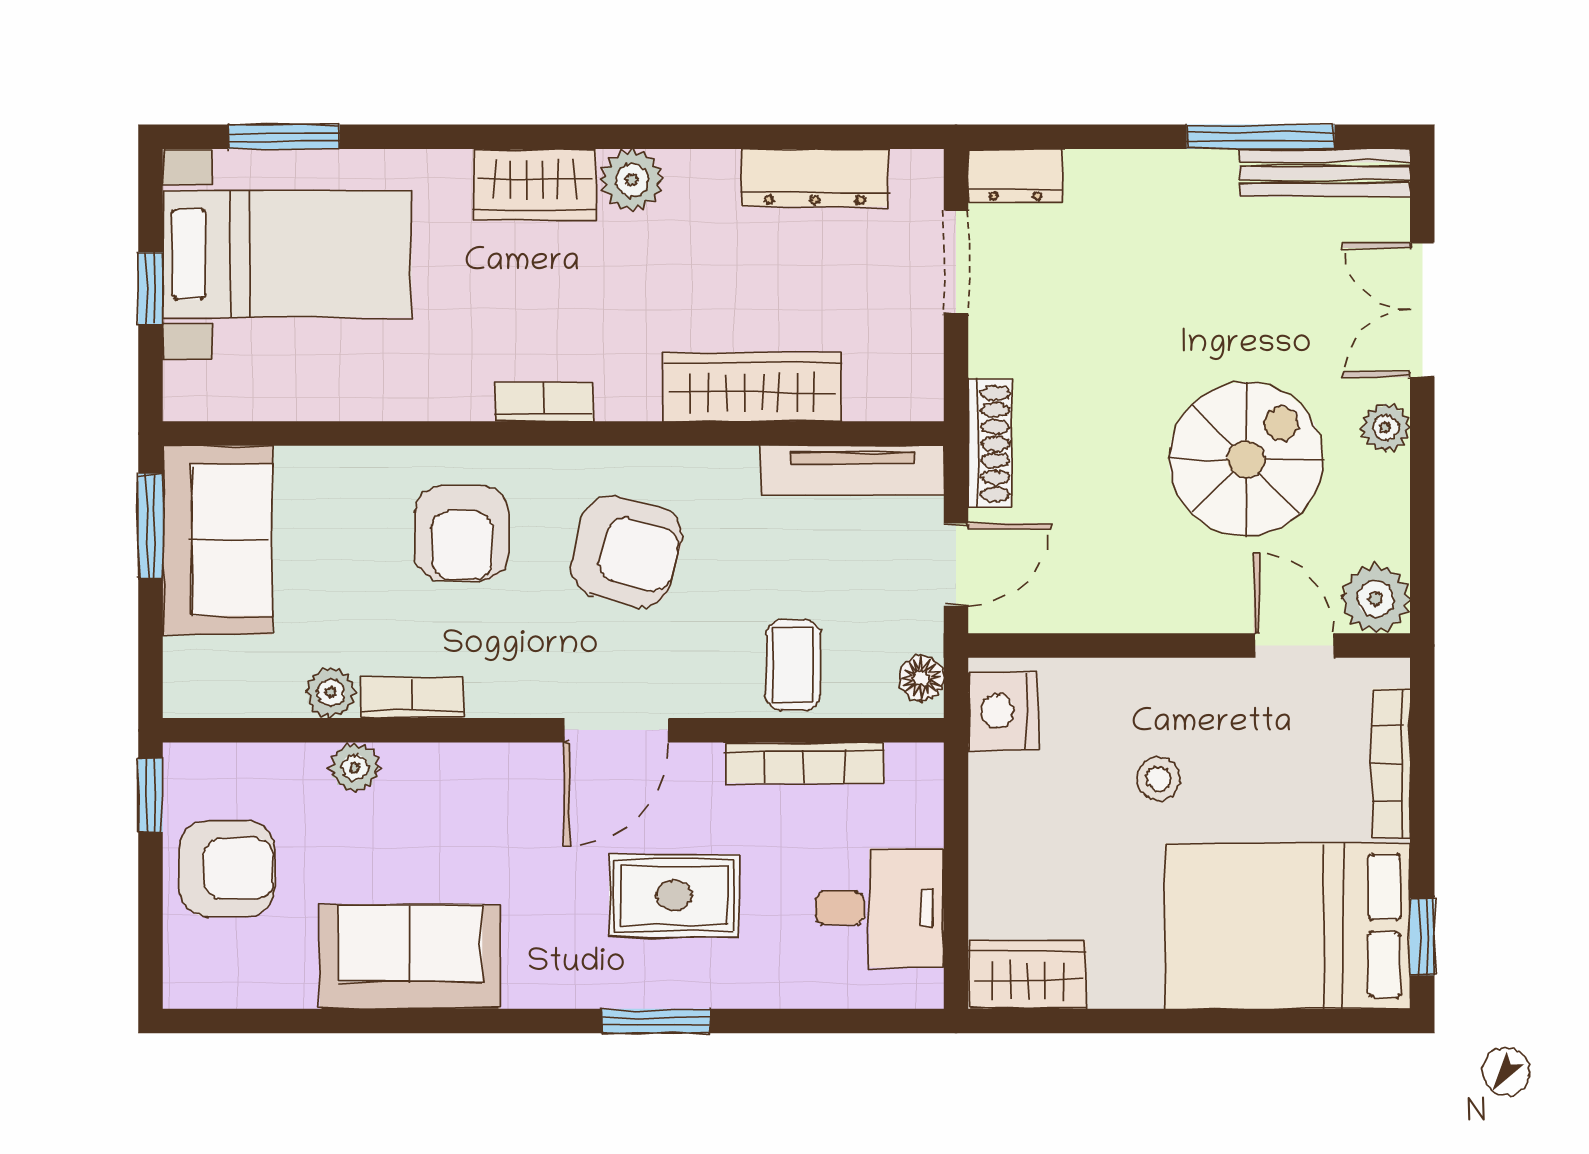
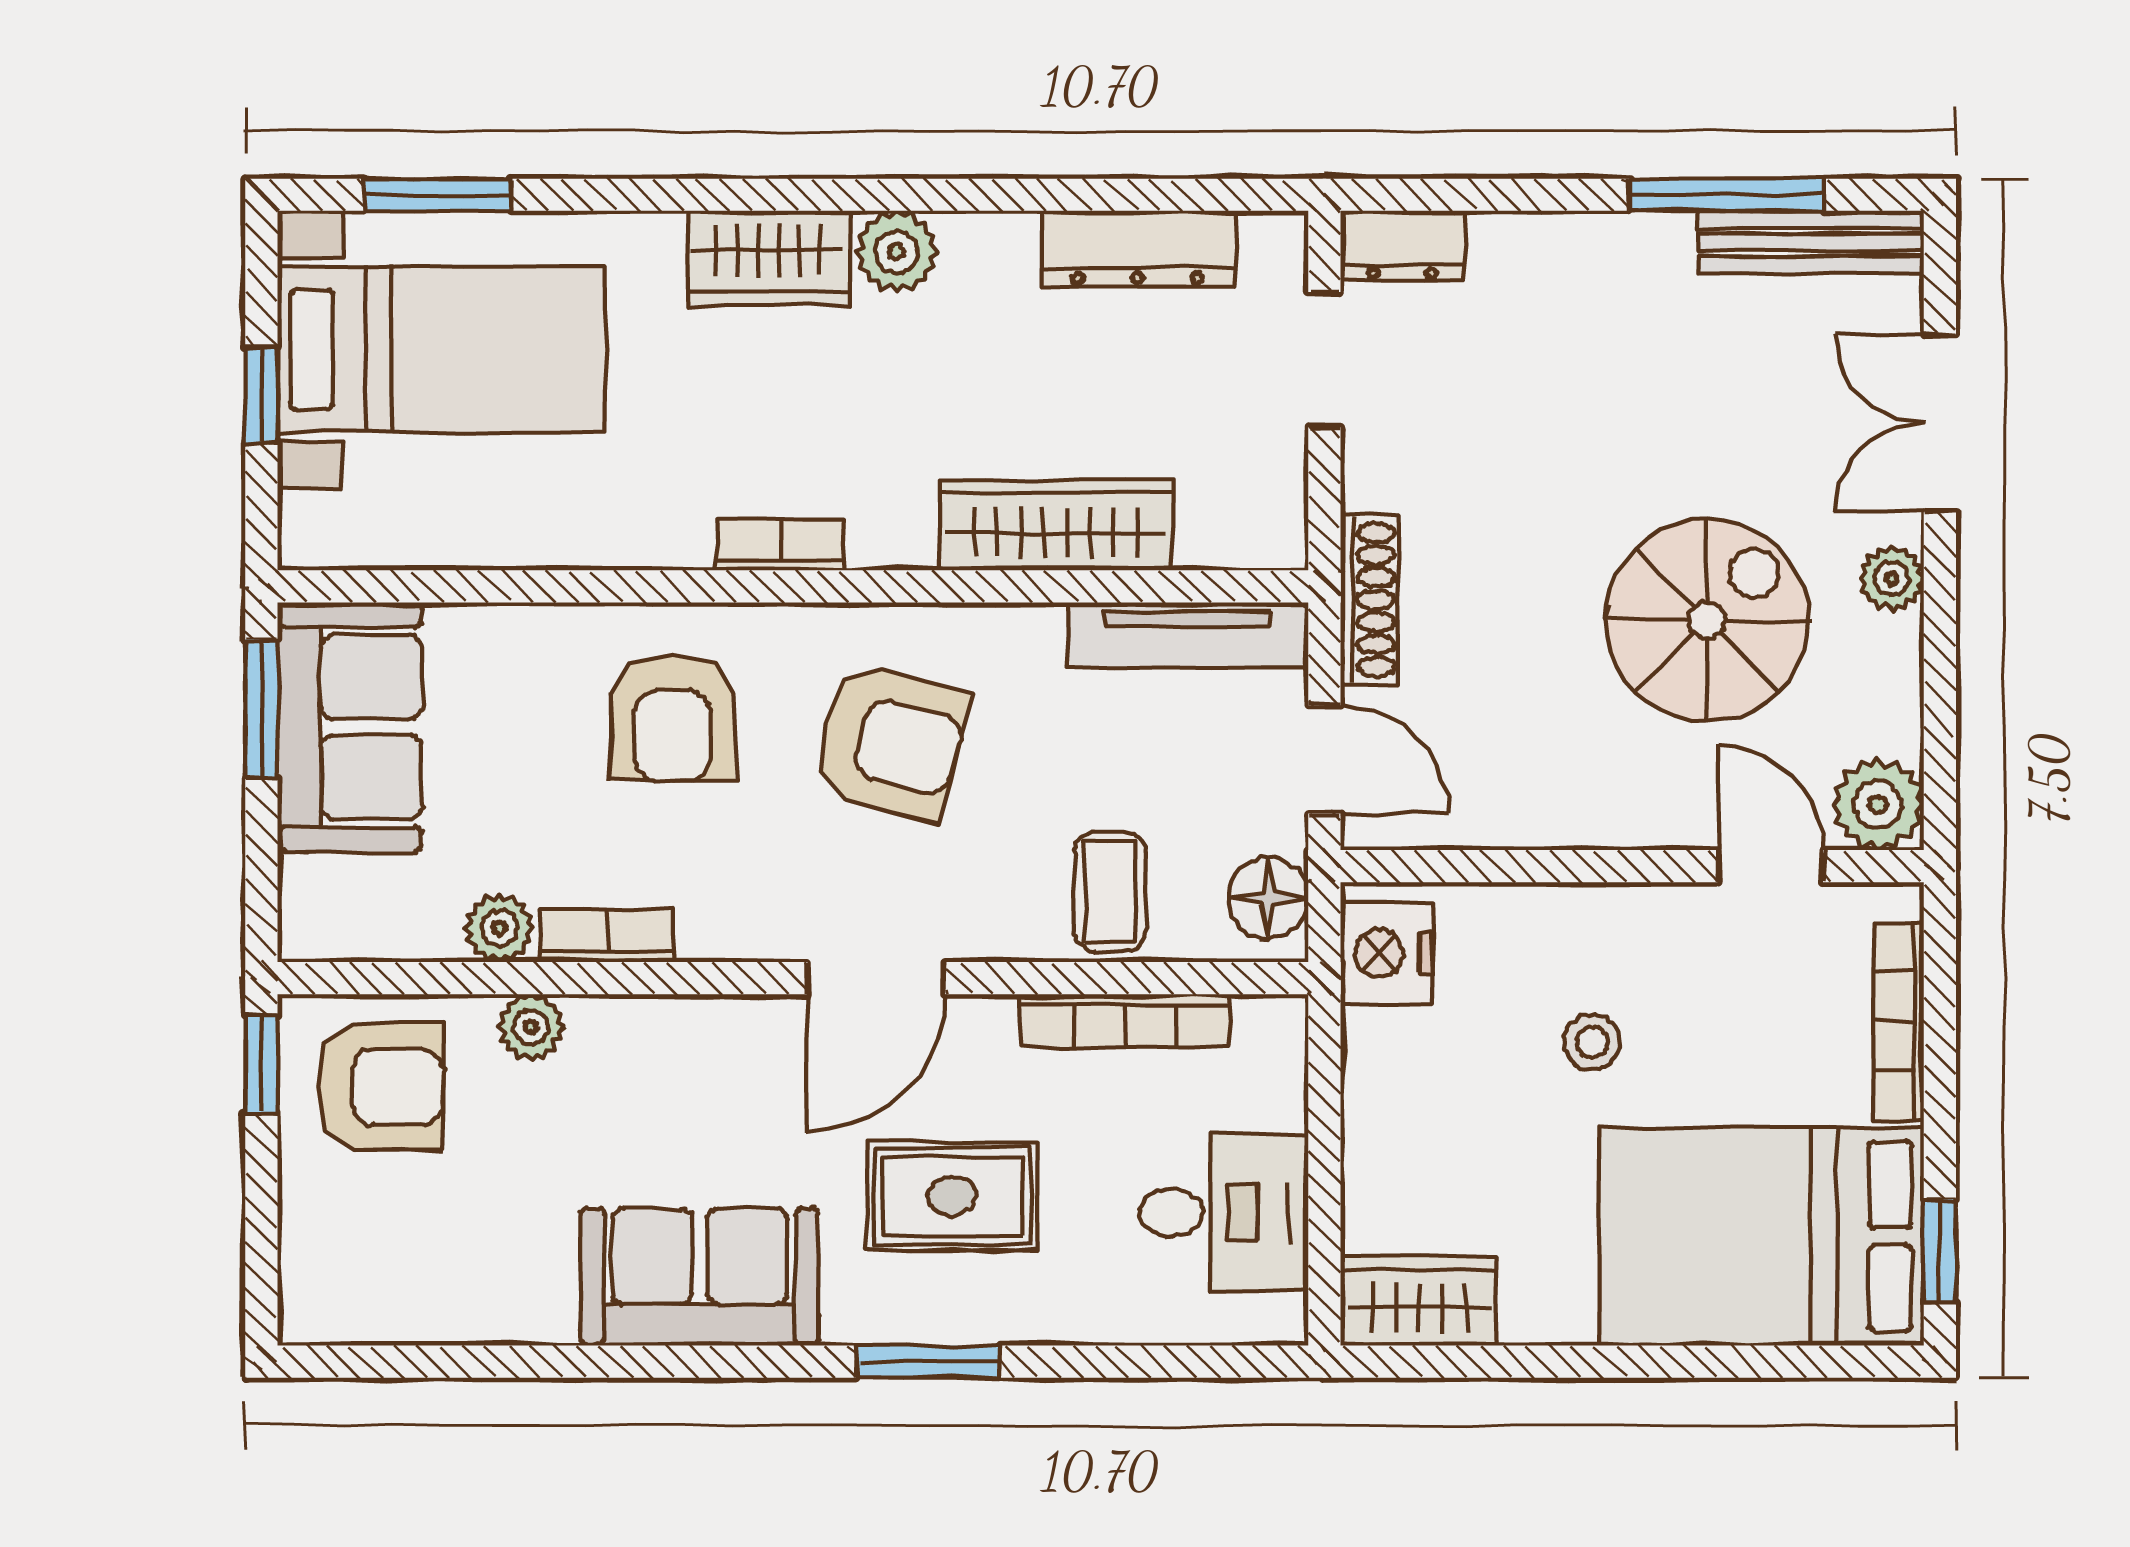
door: (956, 565) -> (1324, 759), hinge flipped
floor lamp: (922, 678) -> (1268, 898), width x1.37, depth x1.37
armchair: (227, 869) -> (380, 1087), moved
sofa: (410, 957) -> (700, 1277), moved

